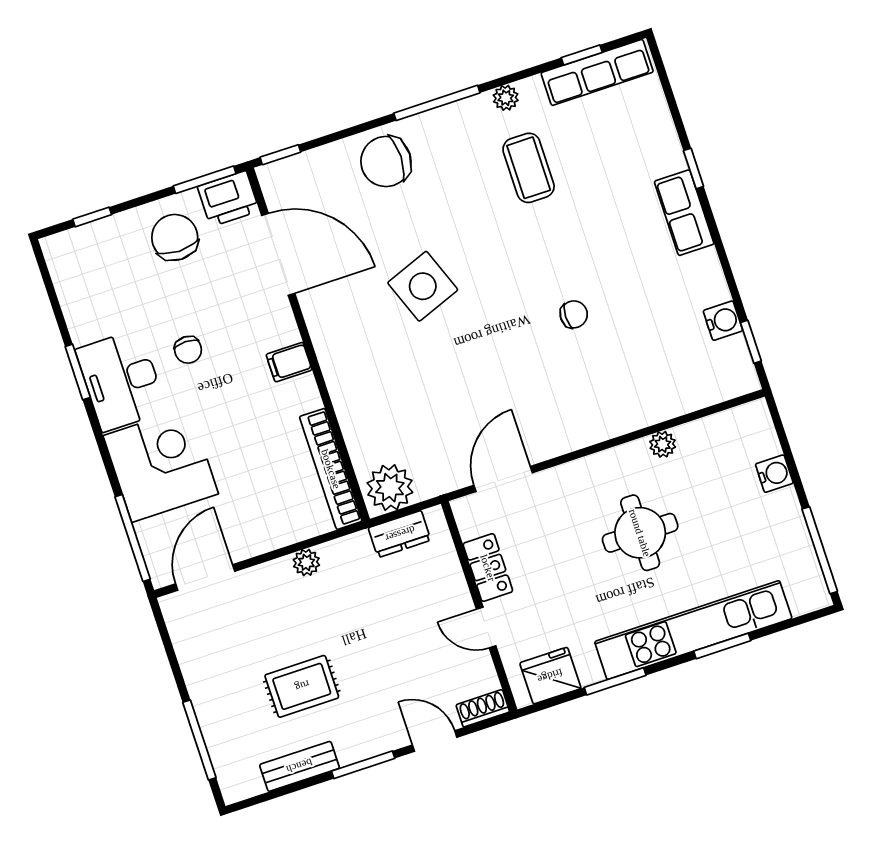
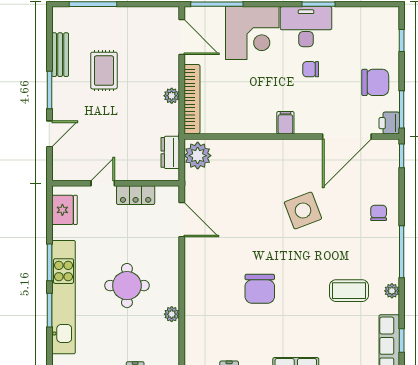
chair: (386, 161) -> (379, 213), width x0.54, depth x0.54
printer: (228, 199) -> (389, 123), width x0.73, depth x0.81
chair: (574, 314) -> (260, 289), width x1.87, depth x1.87
bookcase: (331, 469) -> (192, 99), moved, turned 90
window: (615, 681) -> (49, 262), moved
shoe rack: (483, 708) -> (59, 167), removed

